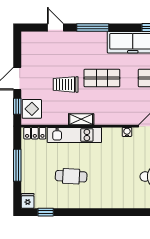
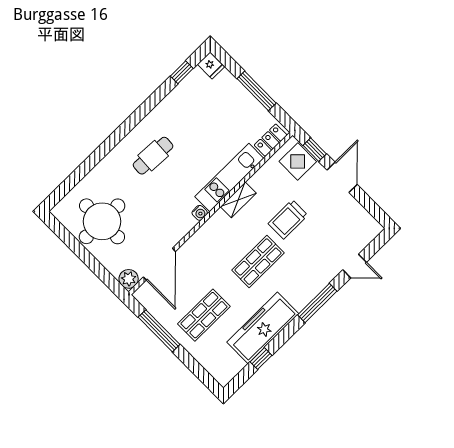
trolley: (66, 84) -> (288, 219), turned 180
water cooler: (127, 132) -> (200, 213), moved
cafe table: (71, 176) -> (153, 156), moved

